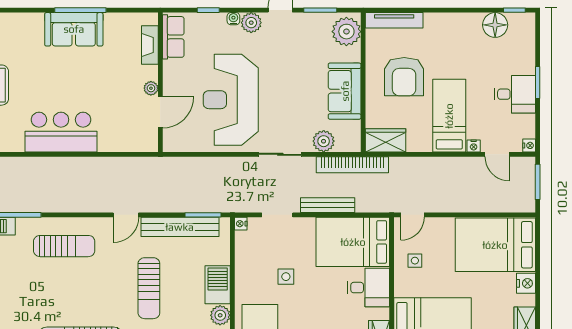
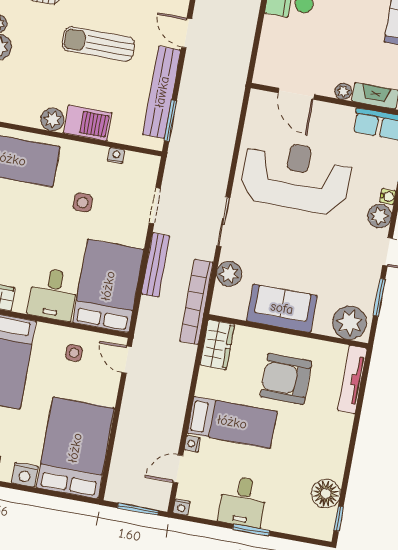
plant: (151, 88) -> (343, 91), moved
nightstand: (241, 224) -> (116, 155), moved

